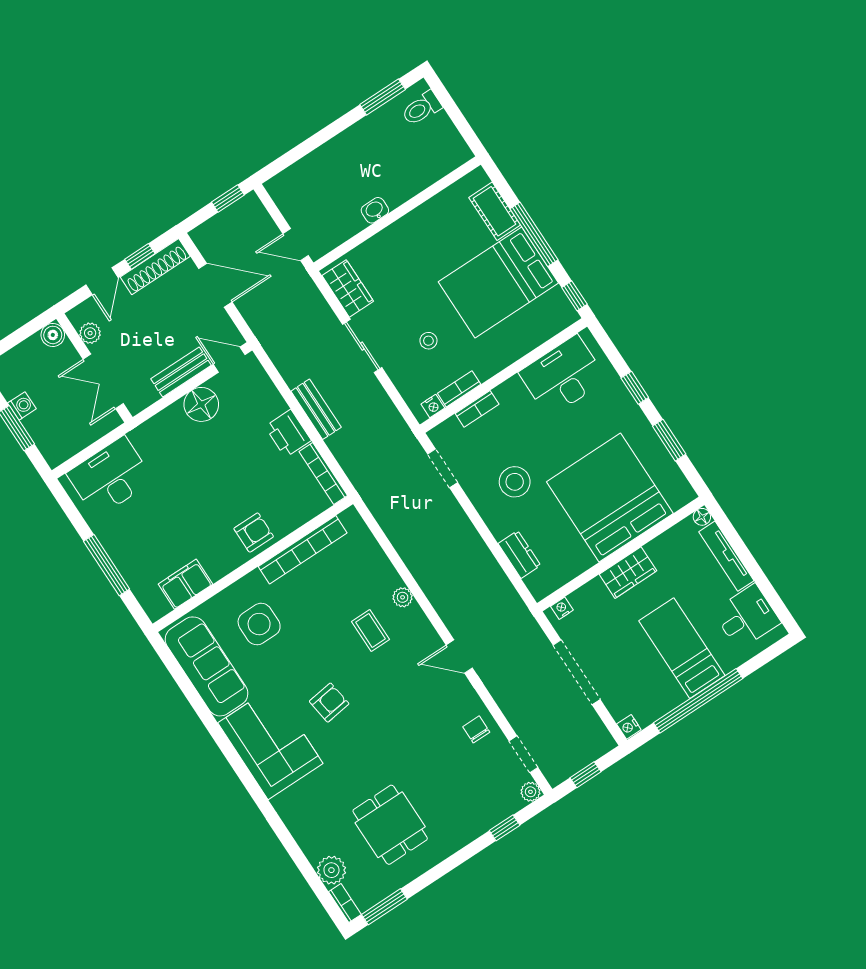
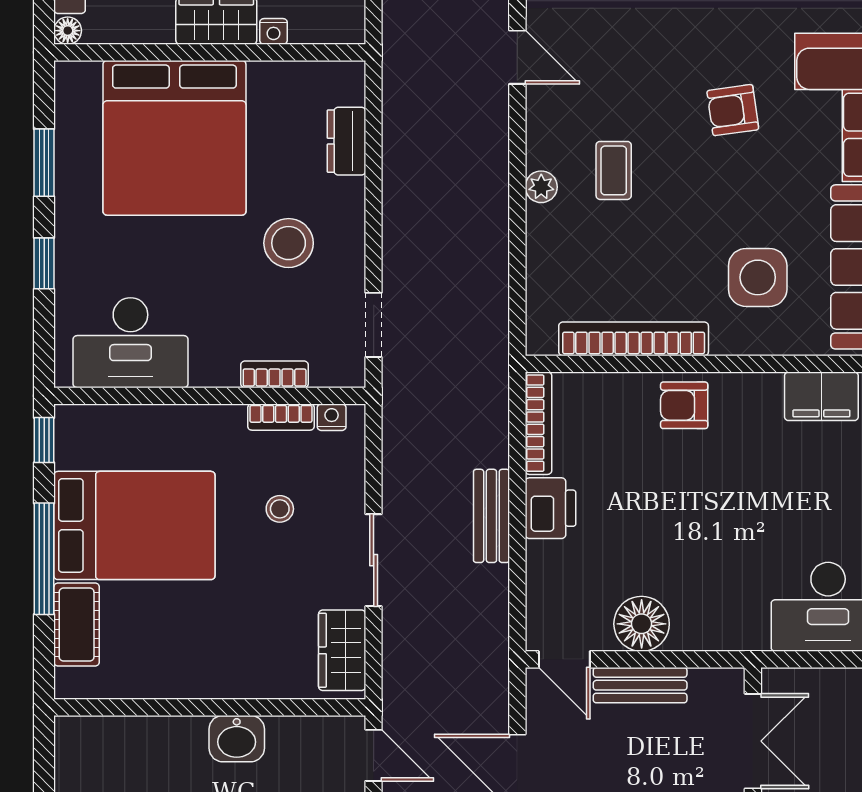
washbasin: (375, 210) -> (237, 739), width x1.38, depth x1.45
nightstand: (562, 608) -> (274, 31), moved

